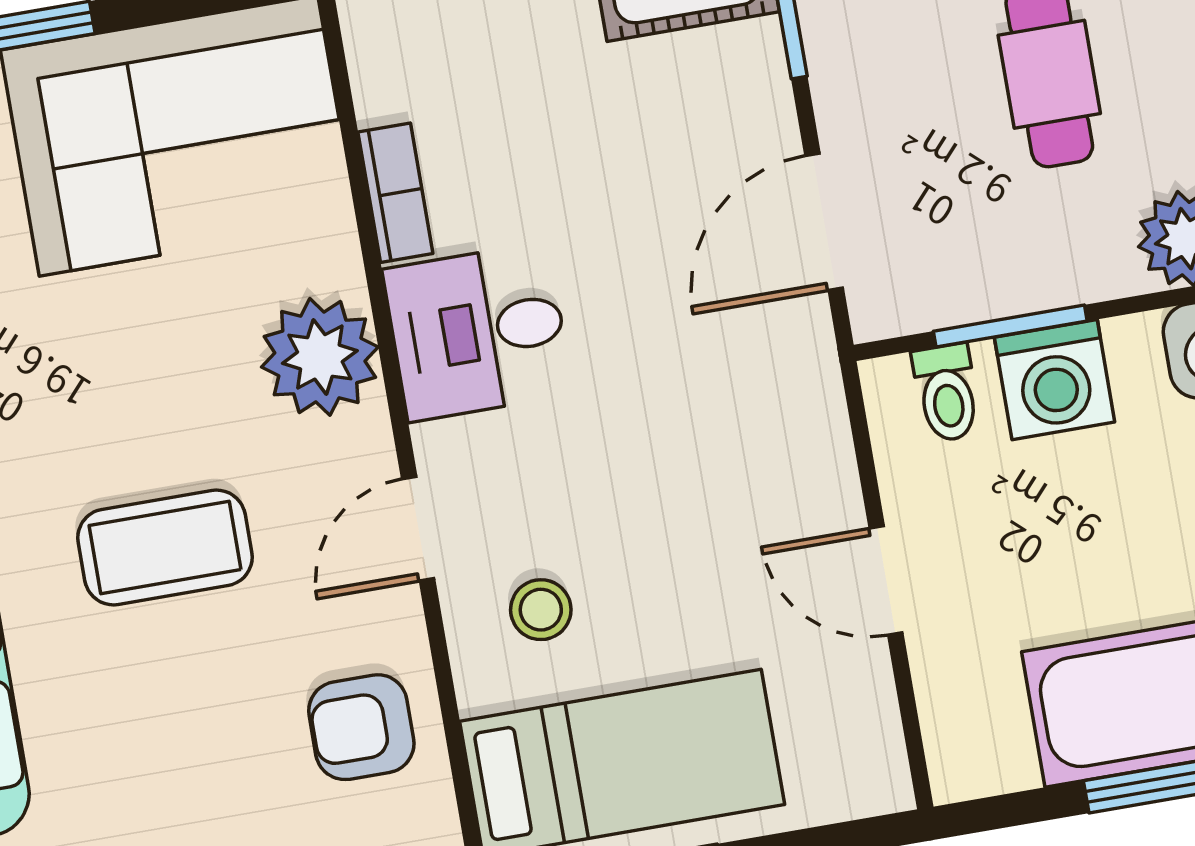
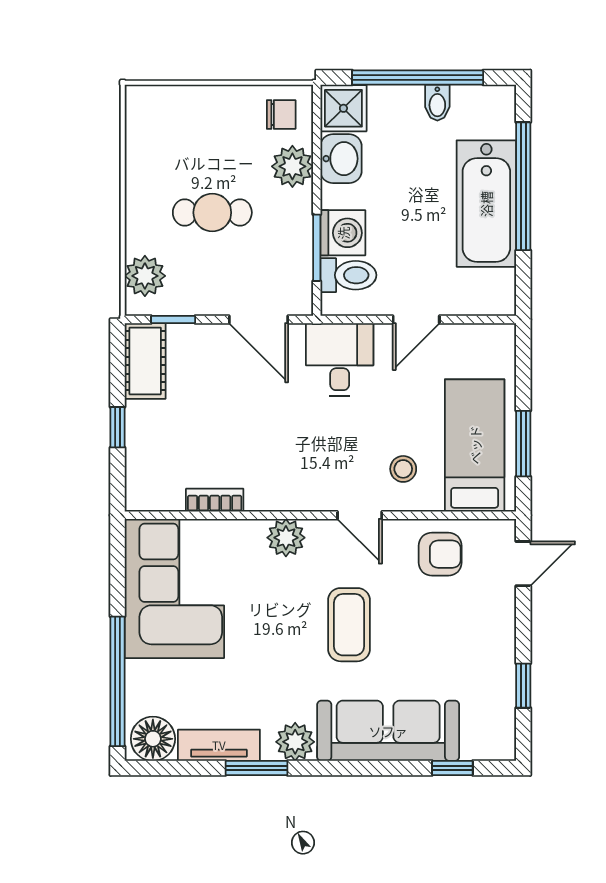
desk: (478, 332) -> (340, 359), moved, turned 180
plant: (320, 357) -> (286, 538), width x0.73, depth x0.73
toilet: (947, 393) -> (348, 275), width x1.37, depth x1.39
armchair: (361, 727) -> (440, 554), turned -90

